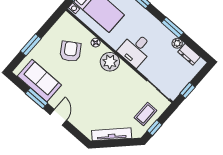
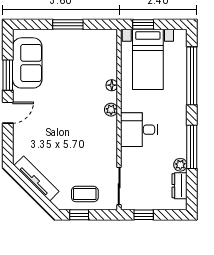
window: (173, 27) -> (192, 147), width x1.44
window: (31, 45) -> (68, 24), moved
armchair: (70, 51) -> (82, 68), removed
plant: (110, 62) -> (111, 110), width x0.53, depth x0.53

